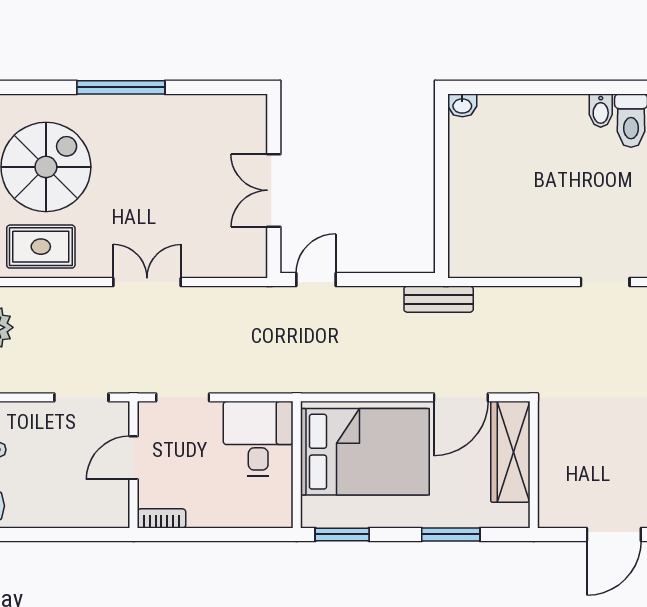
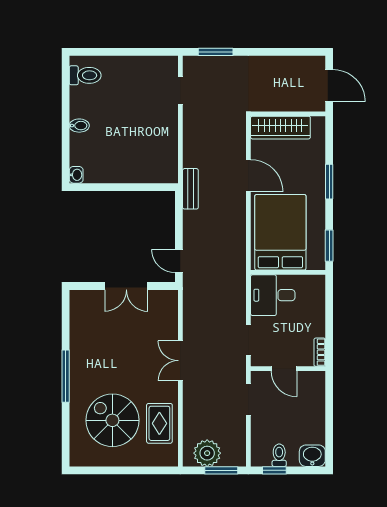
bidet: (601, 111) -> (79, 126), moved
wardrobe: (510, 452) -> (280, 128), moved
wall: (534, 465) -> (288, 114), moved

